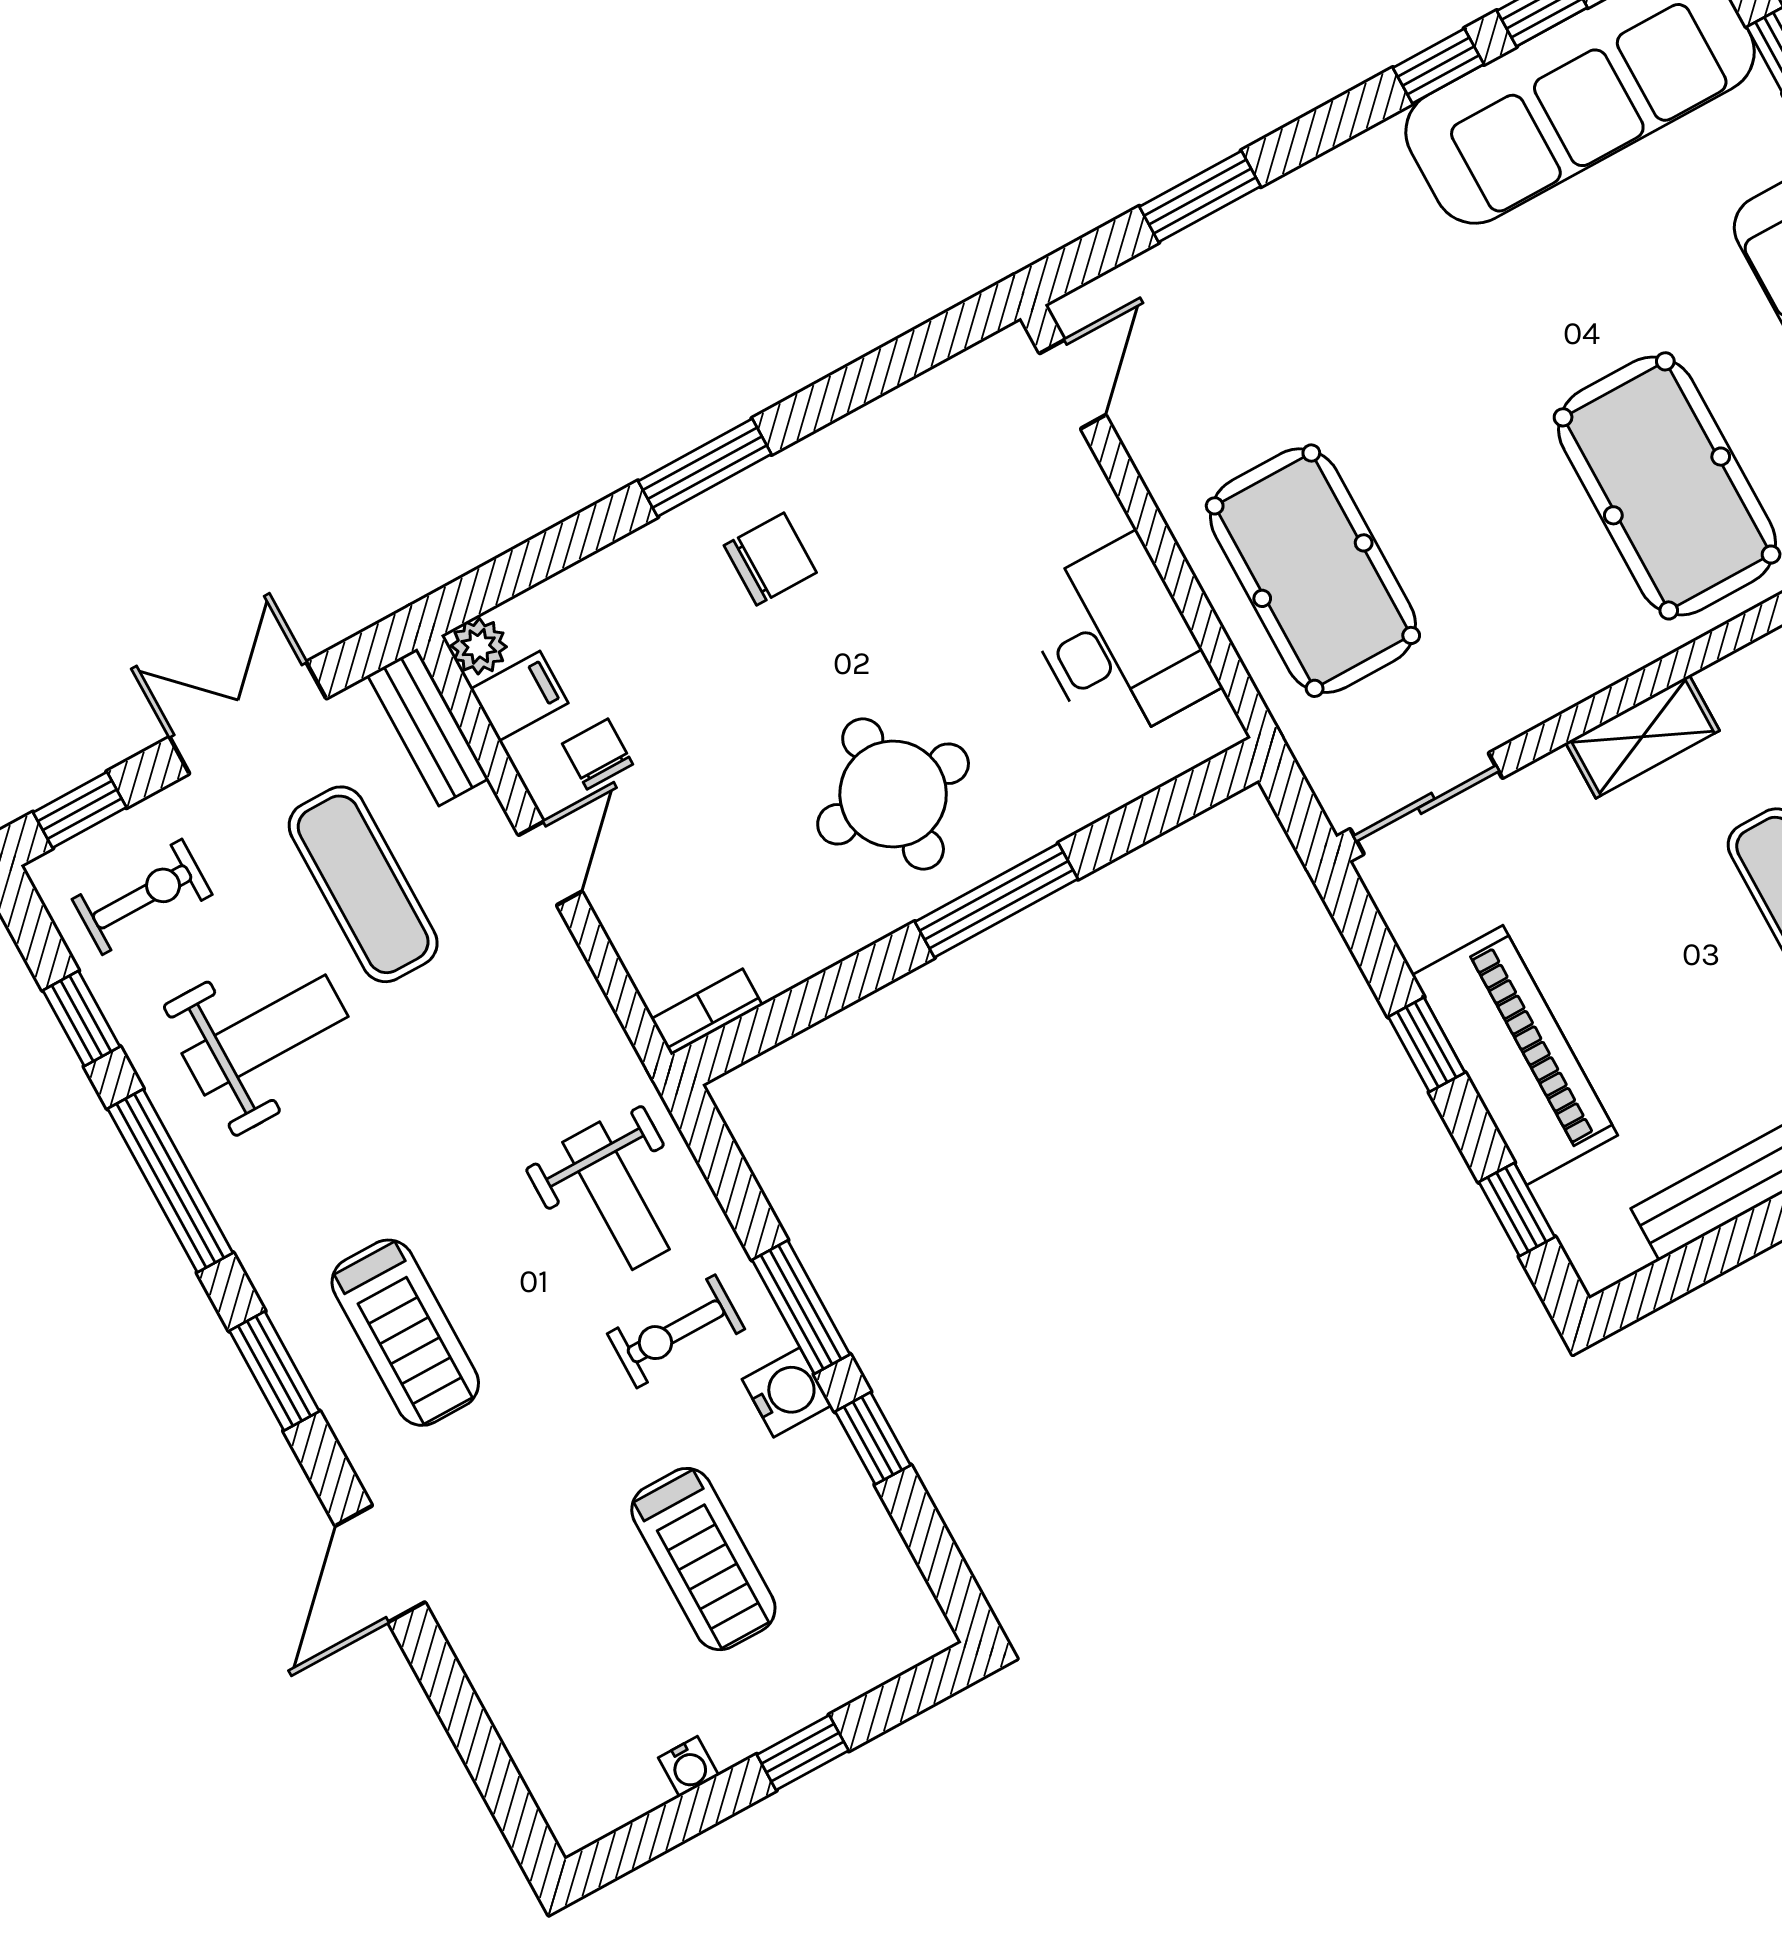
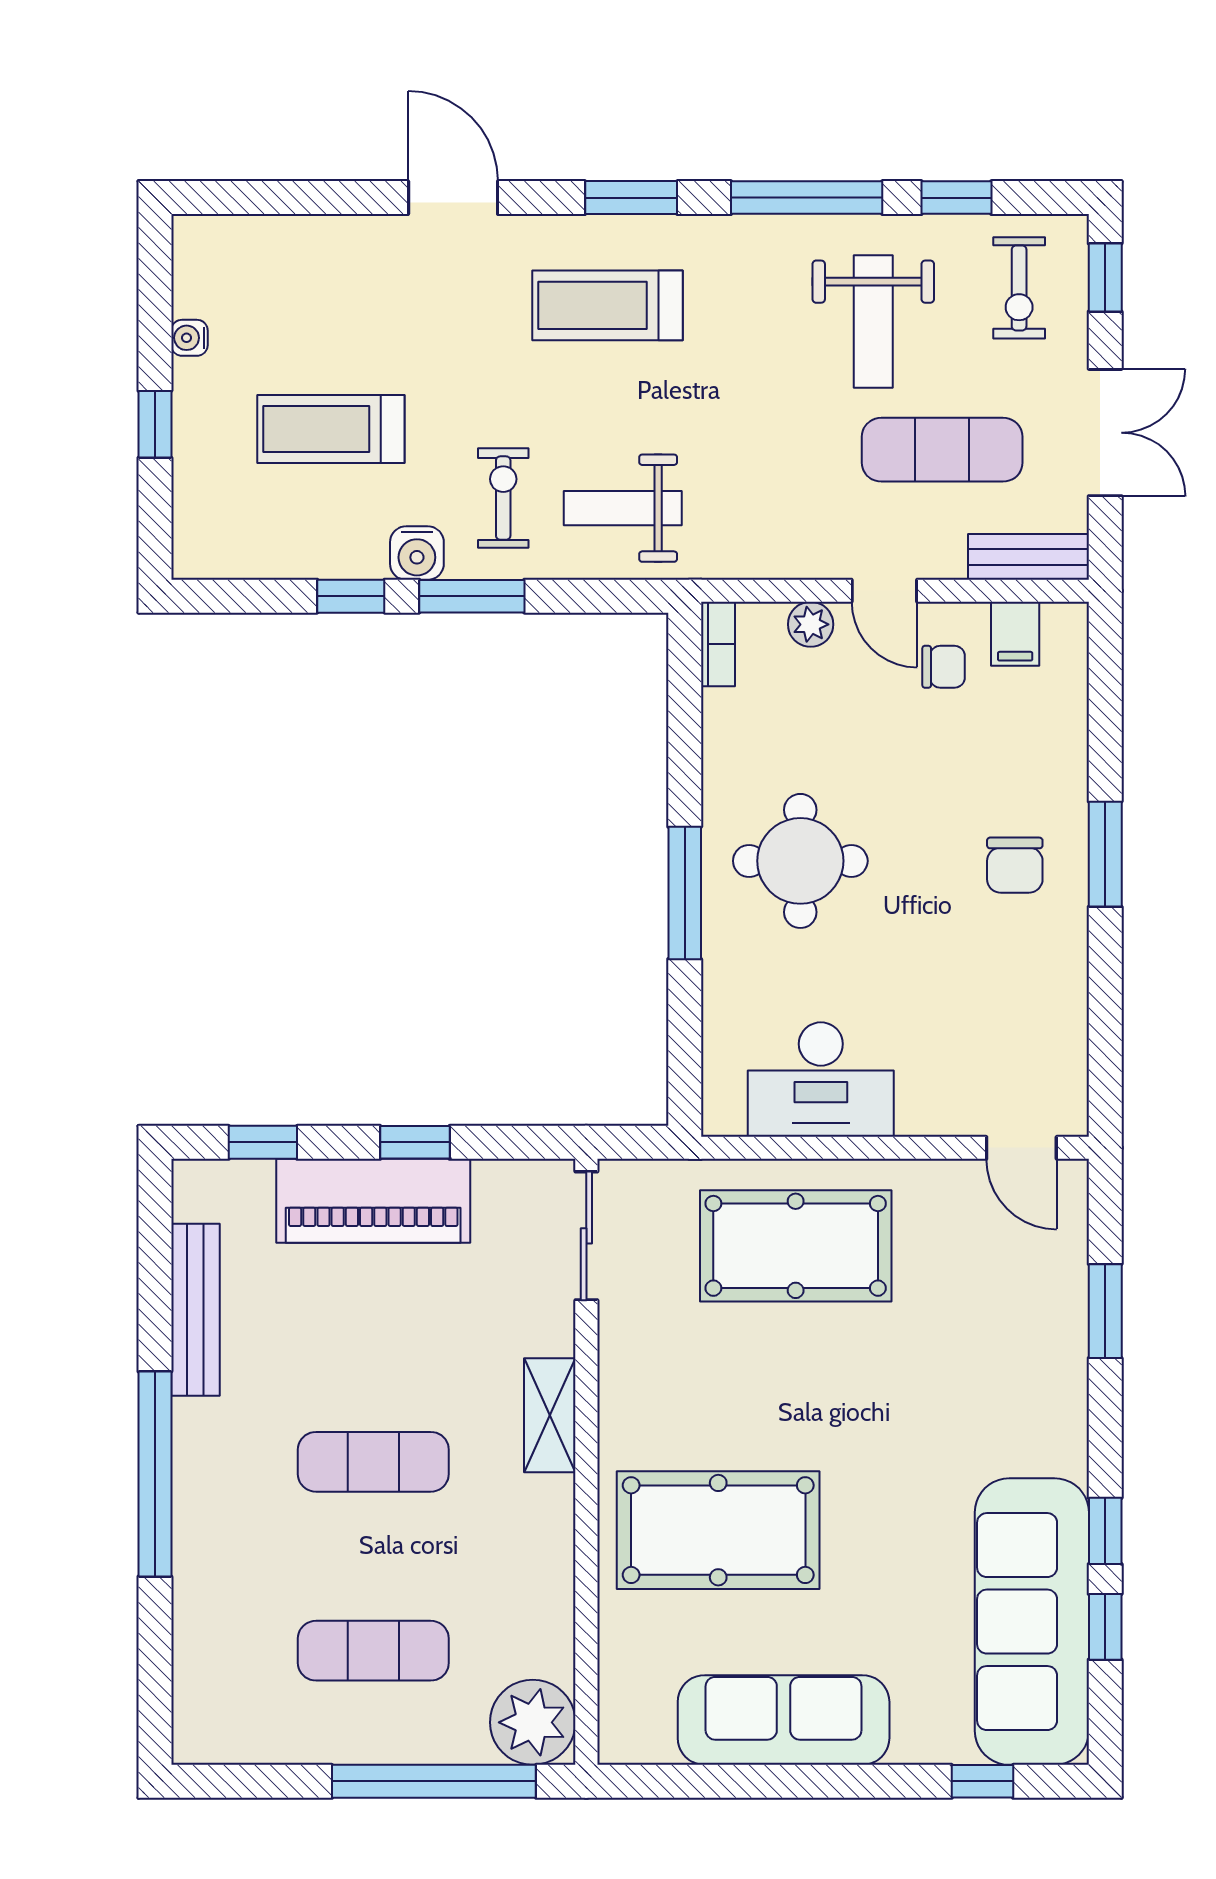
plant: (479, 646) -> (811, 624), moved

